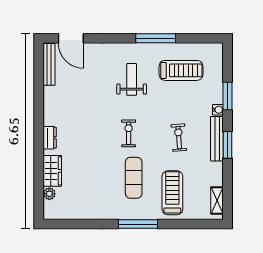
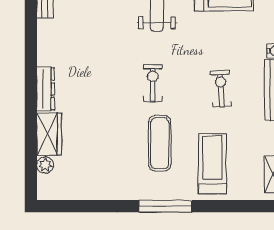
dresser: (50, 138) -> (46, 89), width x1.44

